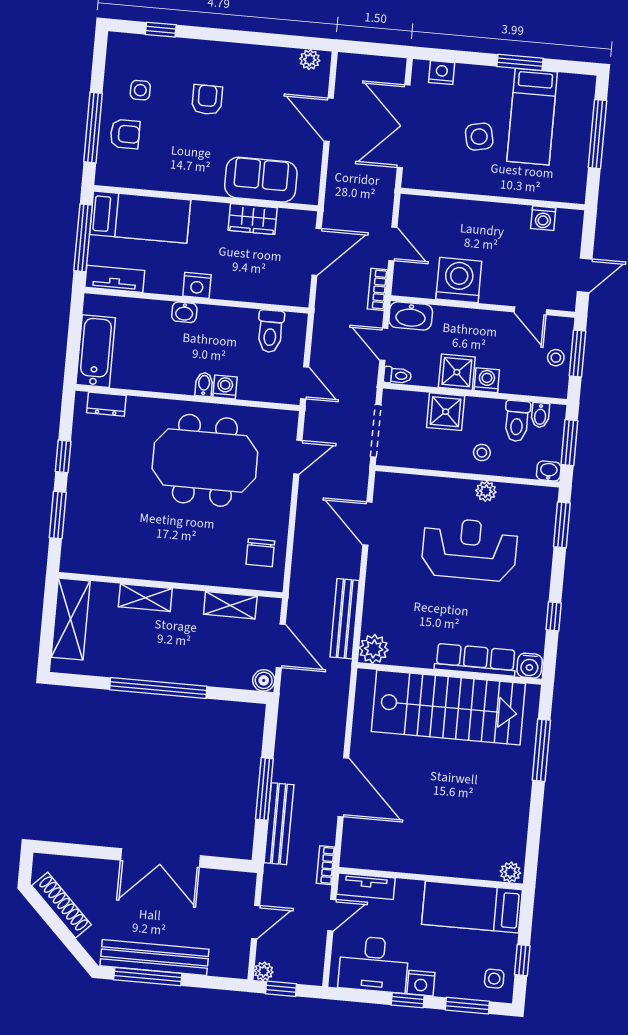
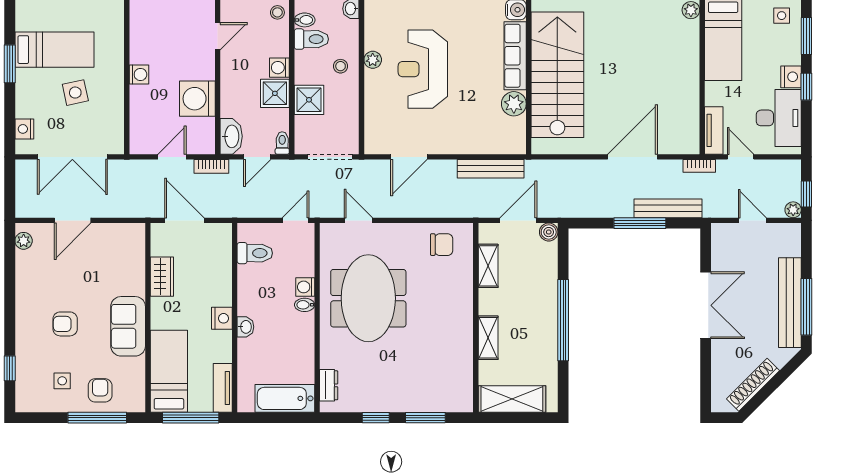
sofa: (261, 180) -> (128, 326), moved
washing machine: (543, 218) -> (139, 74), moved
stool: (556, 358) -> (277, 12), moved
plant: (374, 649) -> (514, 104), moved

